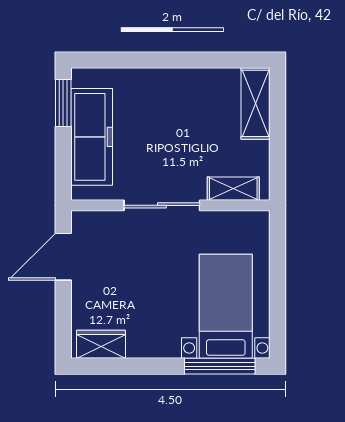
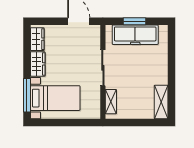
window: (63, 103) -> (134, 21), moved
shelving: (255, 103) -> (161, 102), moved, turned 90
wardrobe: (154, 343) -> (38, 64), added

